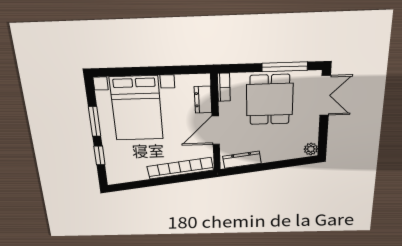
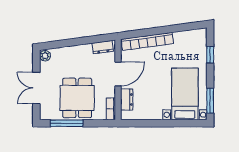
double door: (325, 96) -> (36, 88), moved
bed with nightstands: (137, 108) -> (185, 94), width x0.73
window: (95, 121) -> (210, 101), moved
dresser: (242, 160) -> (103, 47), width x0.70

